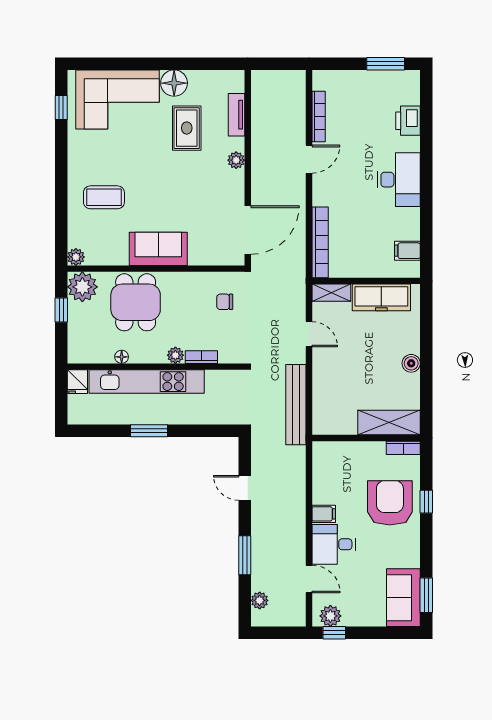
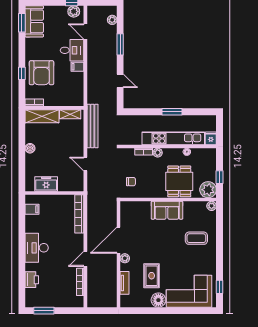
door: (248, 230) -> (118, 240), moved
shelving: (331, 293) -> (70, 114), moved
freezer: (381, 297) -> (46, 184), width x0.71

